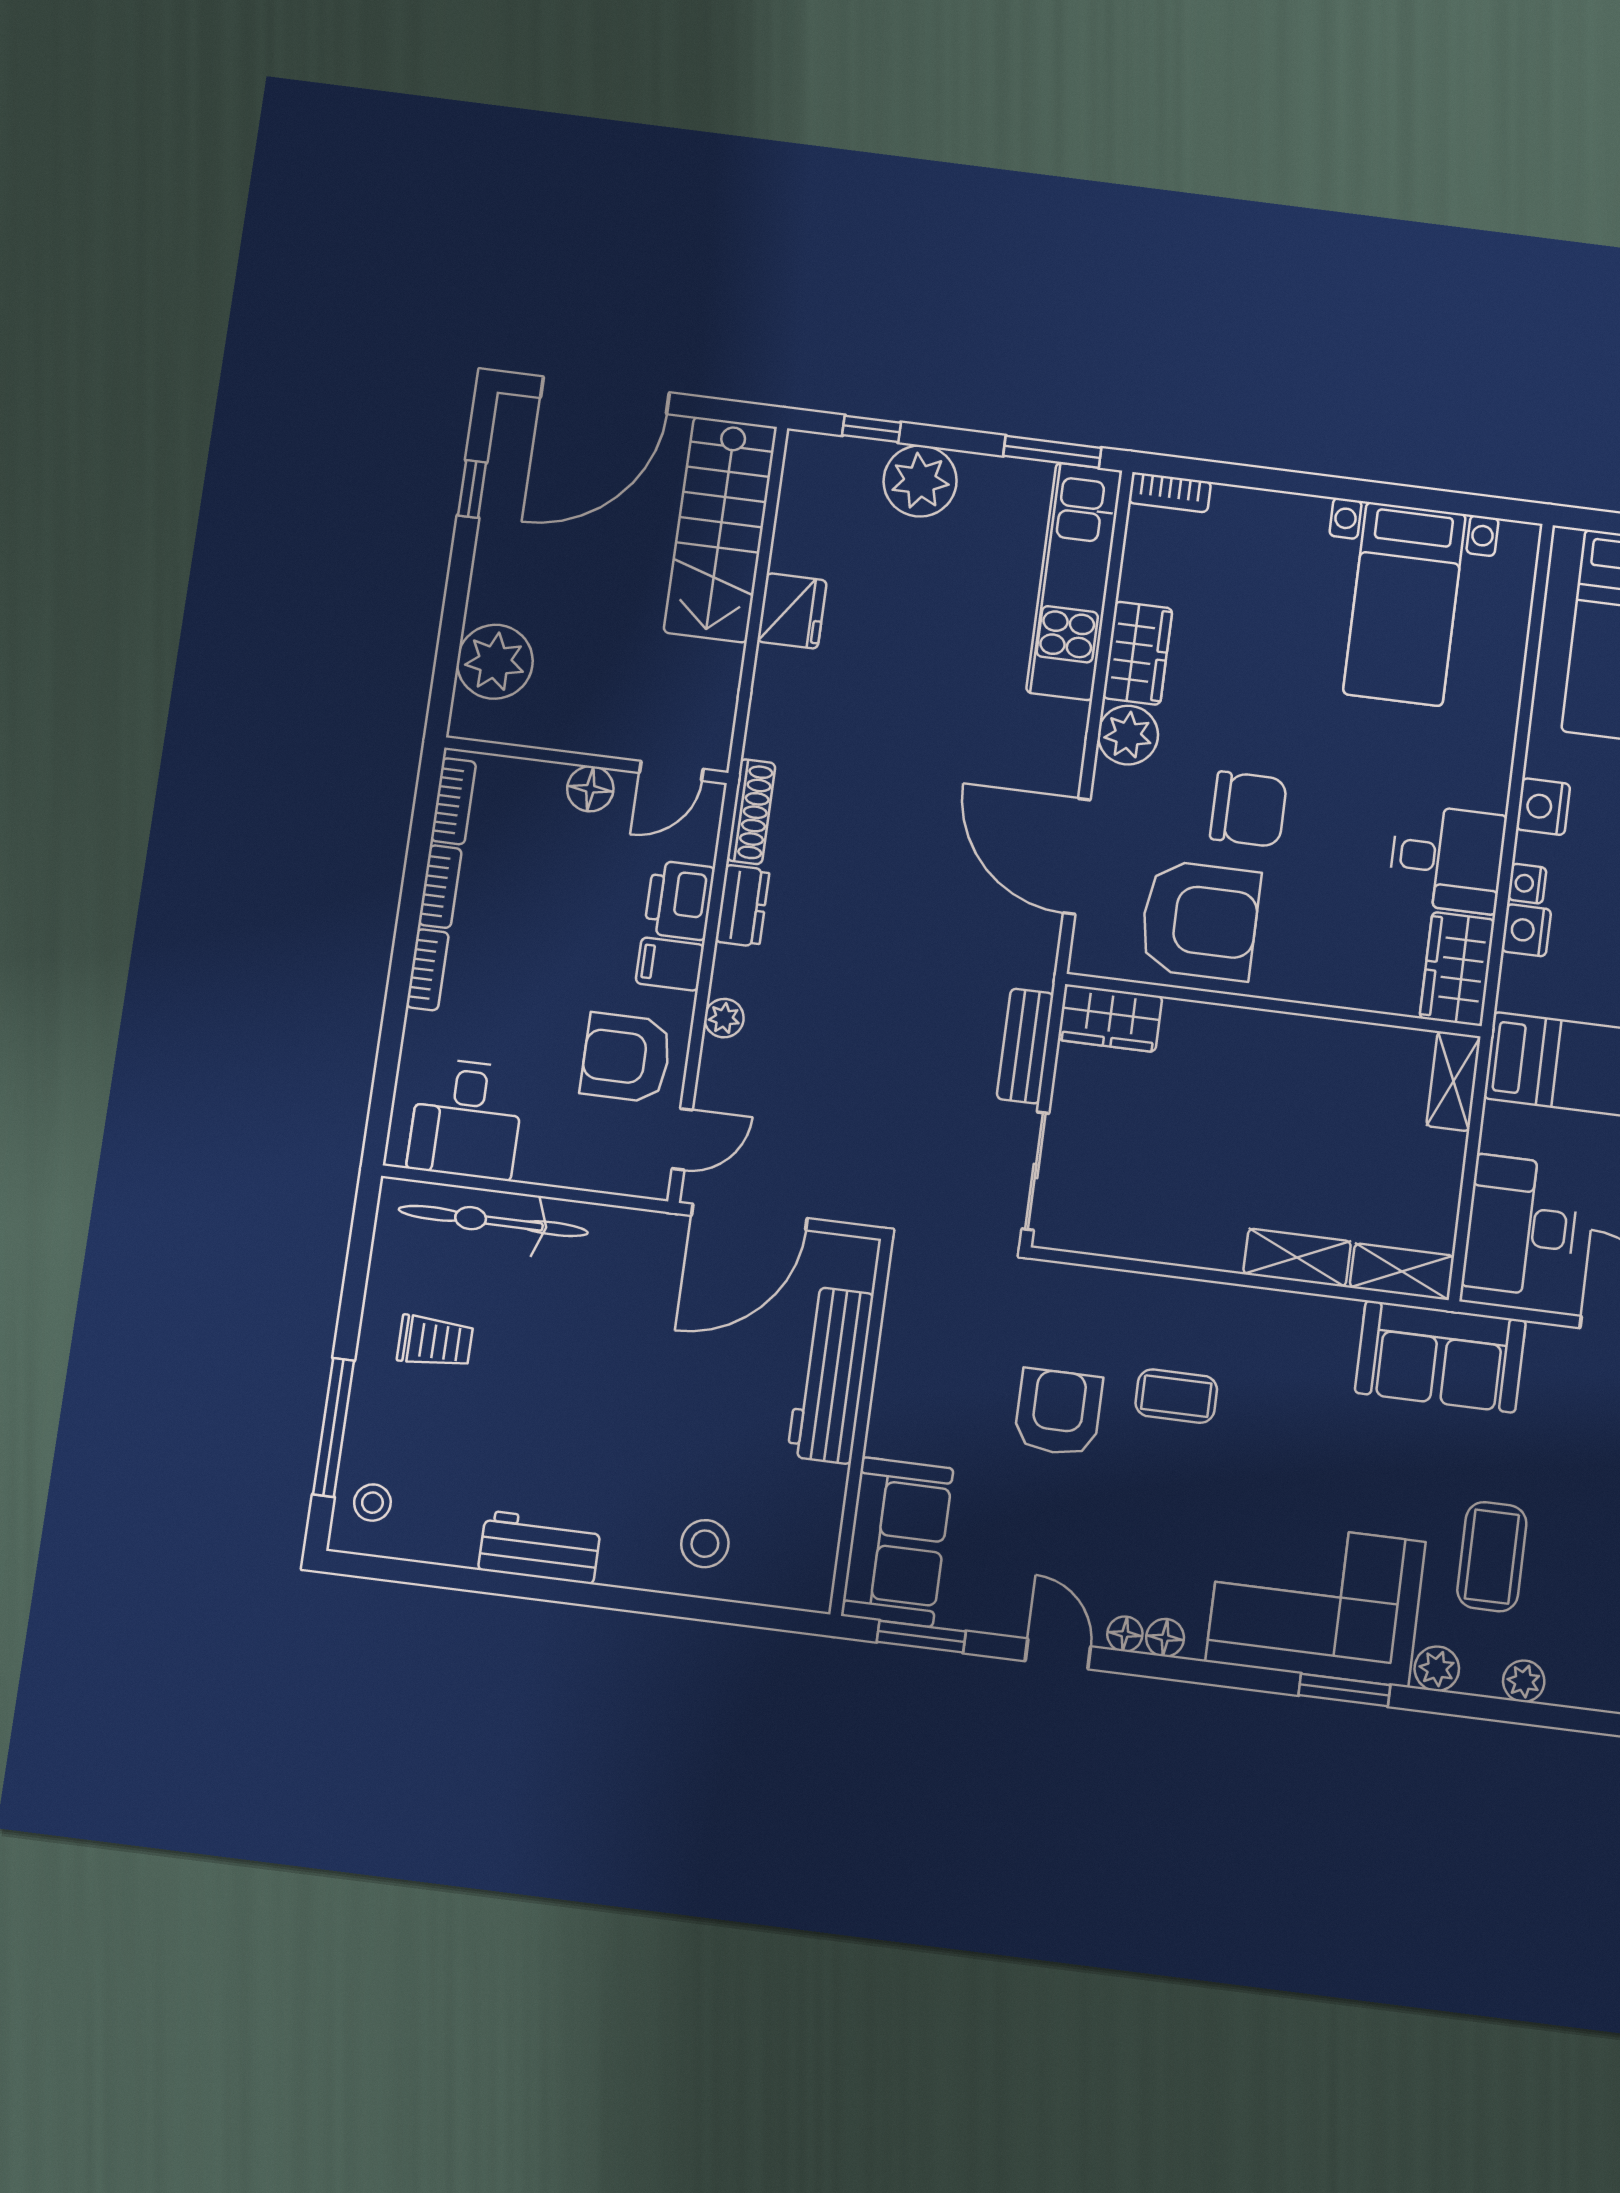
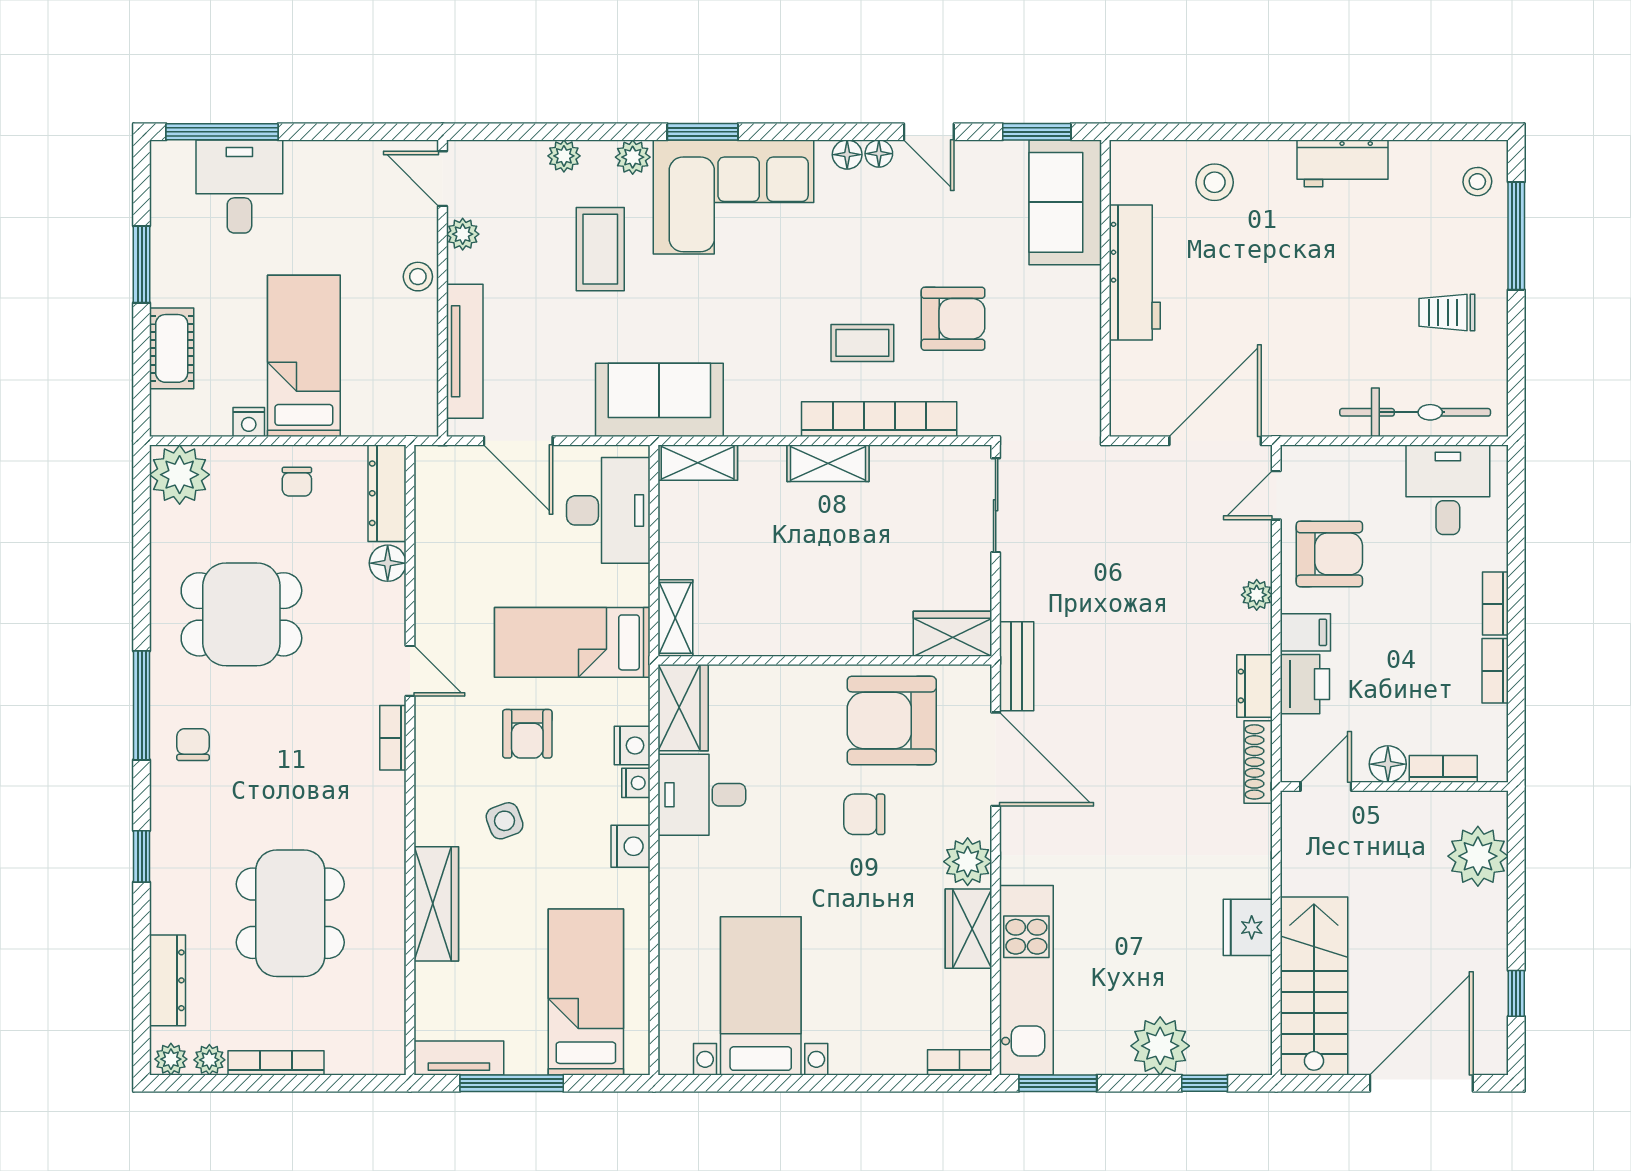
bookcase: (453, 801) -> (1443, 769), moved, turned 90
chair: (1248, 809) -> (864, 814), width x0.73, depth x0.73
bench: (1025, 1046) -> (1017, 666), moved
shelving: (1297, 1258) -> (828, 463), moved
bookcase: (1167, 1297) -> (879, 419), added
workbench: (830, 1375) -> (1135, 273), moved
armchair: (1058, 1412) -> (953, 319), turned -90

